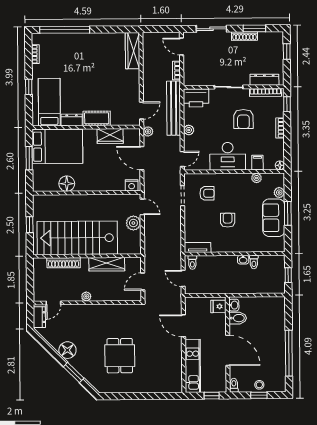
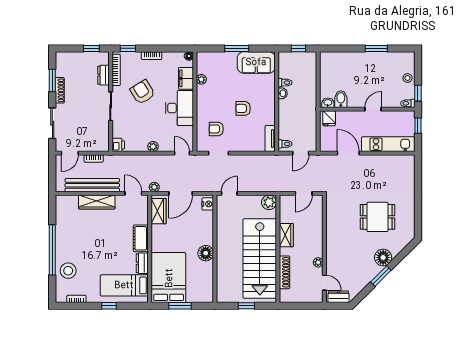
window: (65, 30) -> (52, 250), moved
stool: (64, 46) -> (68, 271), added
wardrobe: (133, 51) -> (97, 202), moved
window: (287, 52) -> (91, 48), moved
dresser: (264, 80) -> (103, 75), width x0.70
printer: (196, 98) -> (118, 145), width x0.53, depth x0.68
bench: (174, 108) -> (92, 185), moved
armchair: (243, 119) -> (143, 92), turned -122
wardrobe: (110, 136) -> (159, 211), moved
filing cabinet: (257, 163) -> (186, 78), width x2.00
floor lamp: (67, 184) -> (206, 253), moved
plant: (279, 192) -> (216, 57), removed
armchair: (207, 193) -> (216, 129), turned -90
sofa: (274, 218) -> (256, 62), moved
plant: (133, 223) -> (269, 202), moved
wardrobe: (107, 264) -> (286, 235), width x0.67
door: (143, 281) -> (304, 193), hinge flipped
plant: (86, 296) -> (318, 262), moved
door: (183, 326) -> (348, 153), swing flipped
floor lamp: (67, 350) -> (383, 257), moved
door: (228, 350) -> (373, 109), width x0.53
window: (289, 353) -> (376, 48), width x0.47
window: (74, 372) -> (381, 276), moved
window: (259, 395) -> (418, 93), moved

